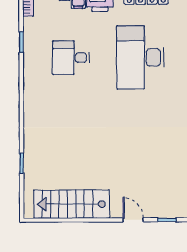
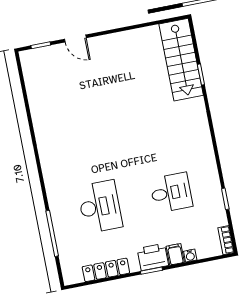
desk: (141, 57) -> (100, 207), width x0.73, depth x0.77
stairs: (72, 204) -> (181, 60), moved, turned 90

